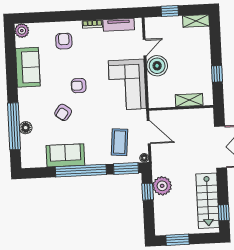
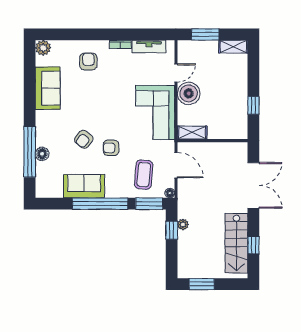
window: (170, 11) -> (205, 34), width x1.50
armchair: (79, 86) -> (111, 148), moved
shelving: (189, 100) -> (192, 133), moved
plant: (162, 186) -> (183, 225), width x0.53, depth x0.53
window: (224, 213) -> (253, 245), moved

